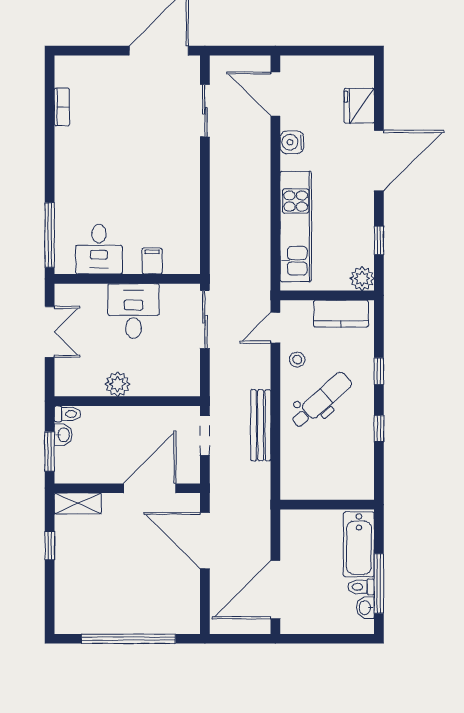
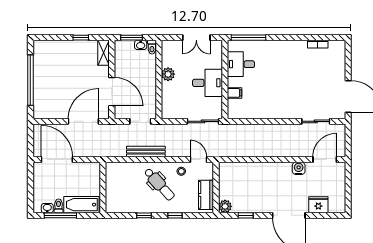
kitchen unit: (296, 226) -> (253, 170), removed

